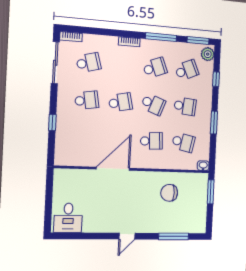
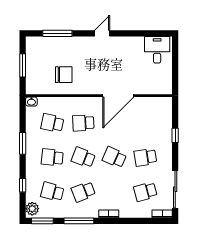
school desk: (187, 70) -> (52, 192), turned 39
school desk: (120, 102) -> (114, 157), turned 36
window: (211, 192) -> (23, 65), moved

